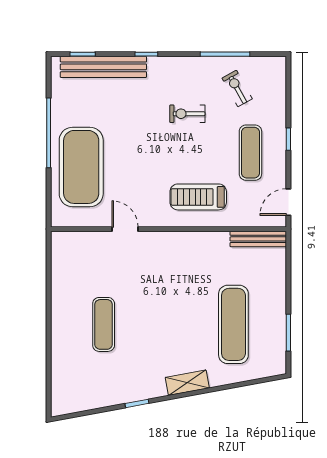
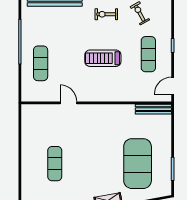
exercise bike: (187, 114) -> (106, 14), moved
exercise mat: (81, 167) -> (41, 63), width x0.50, depth x0.69
treadmill: (198, 197) -> (103, 58), moved
exercise mat: (233, 324) -> (138, 164), width x1.47

